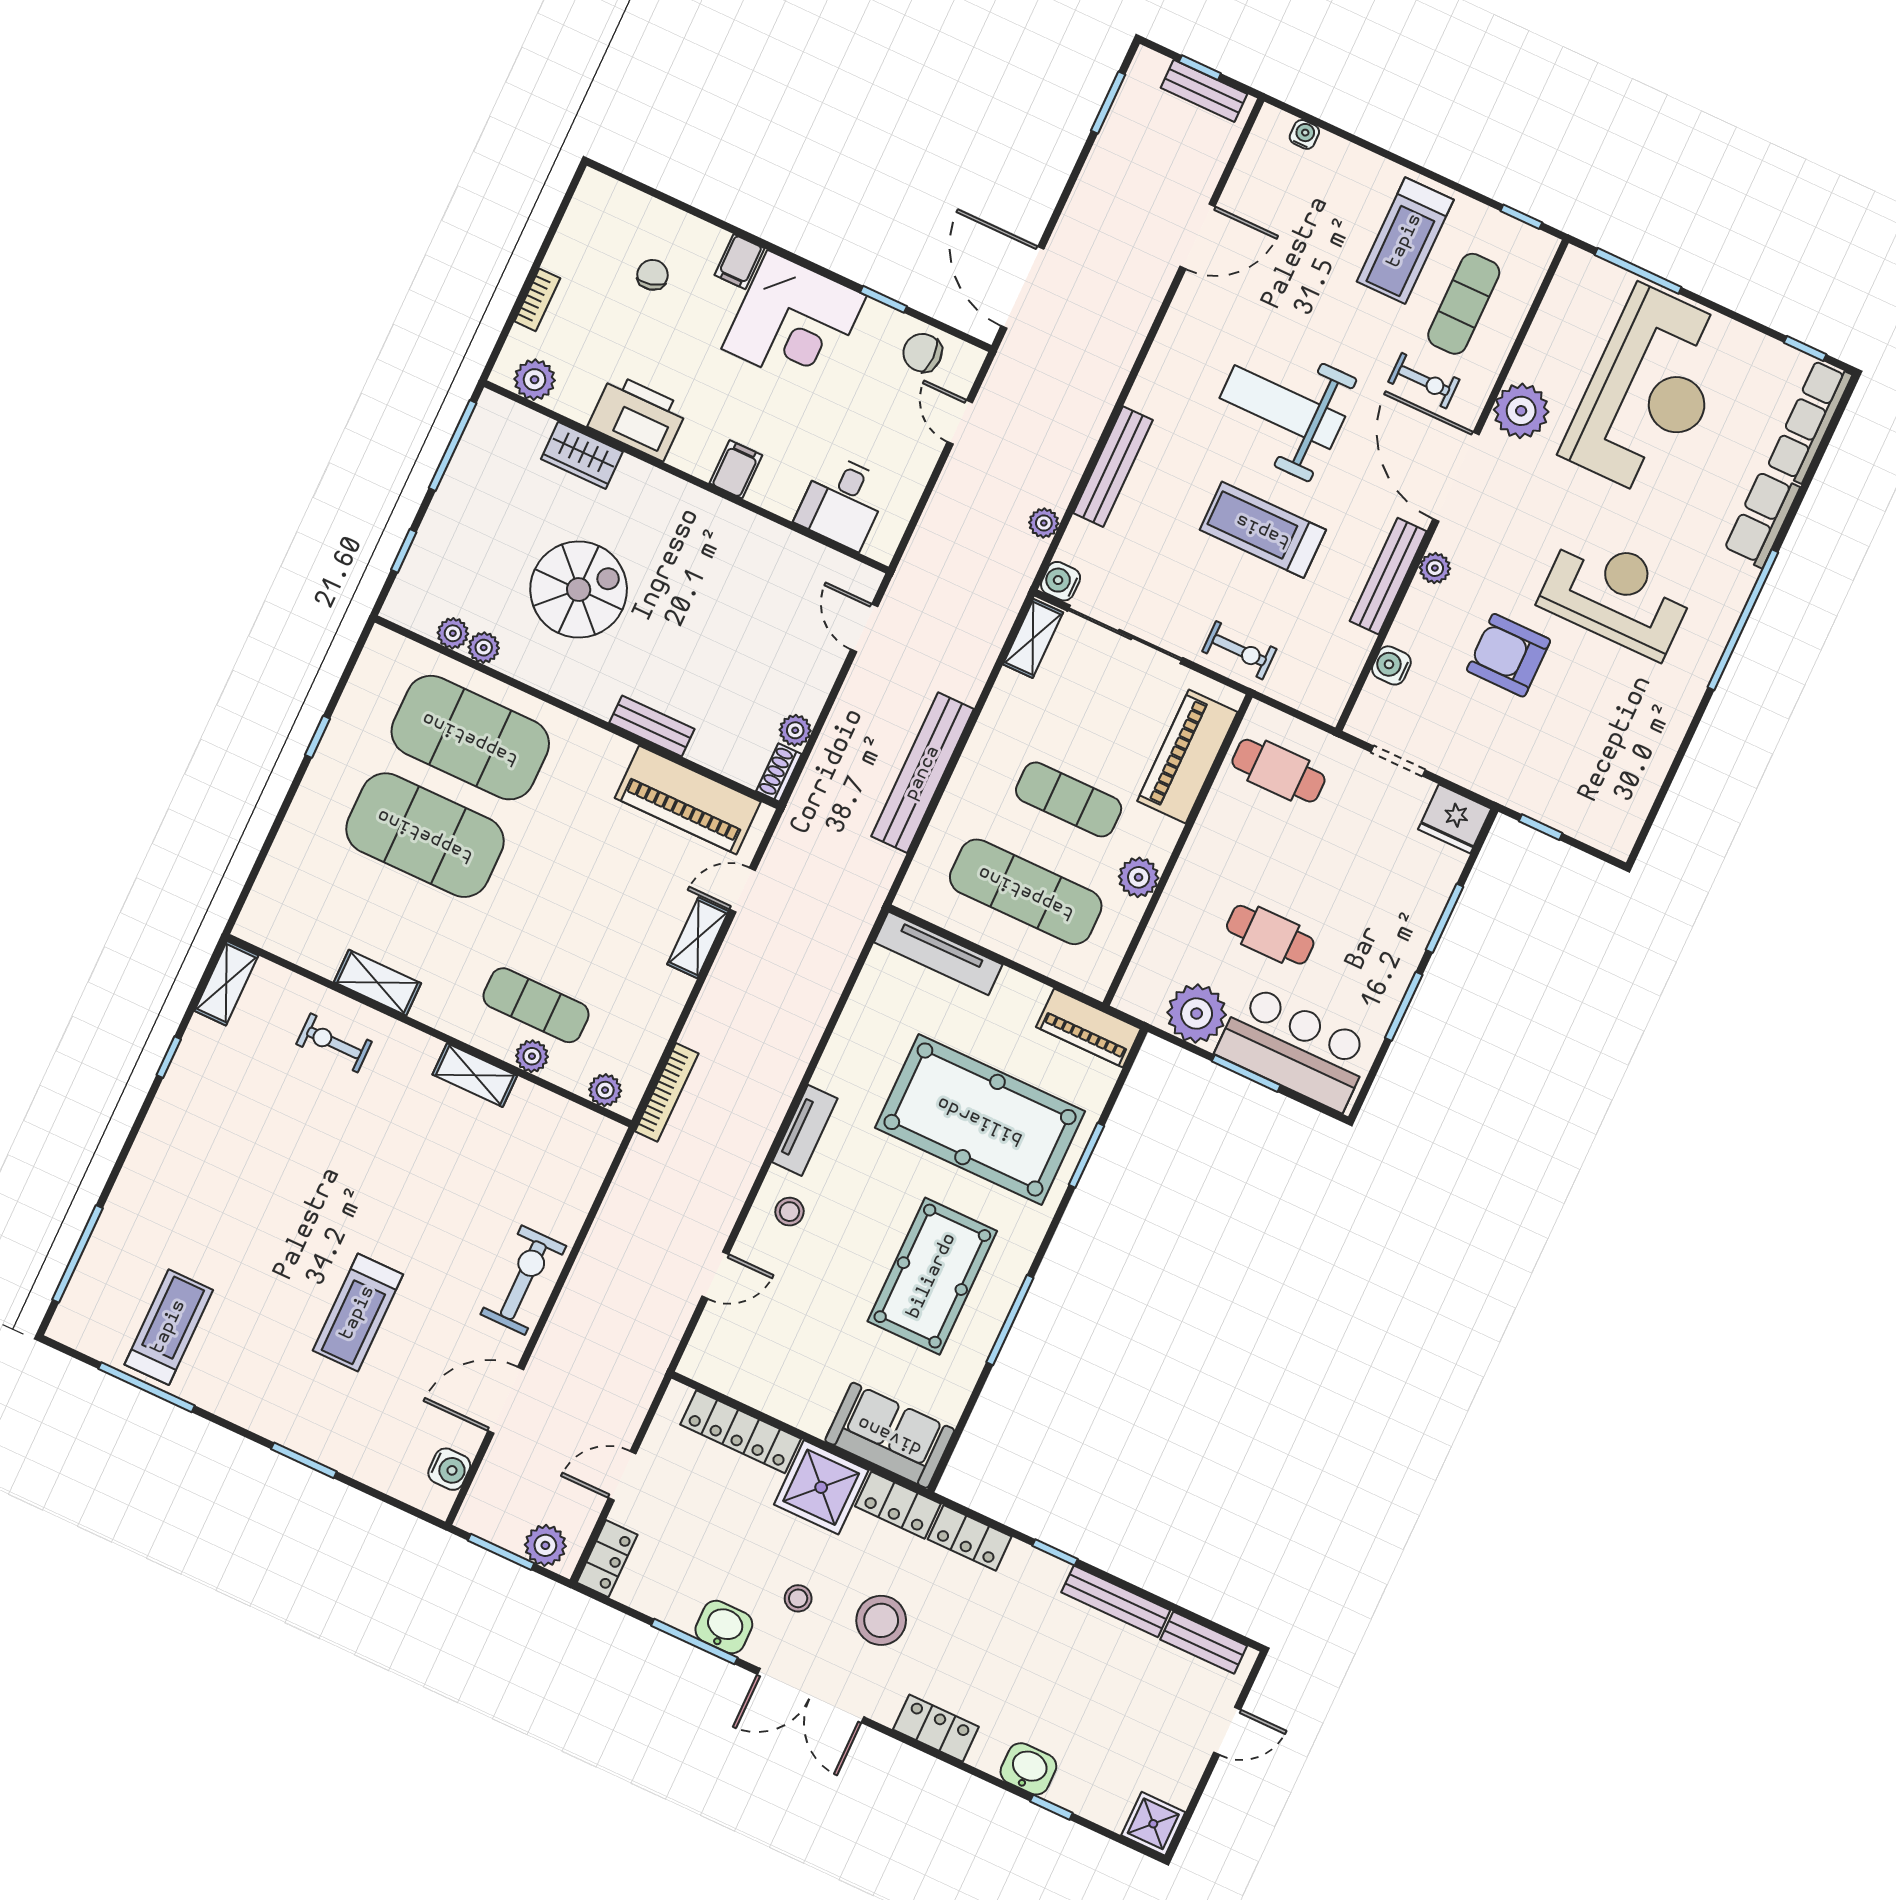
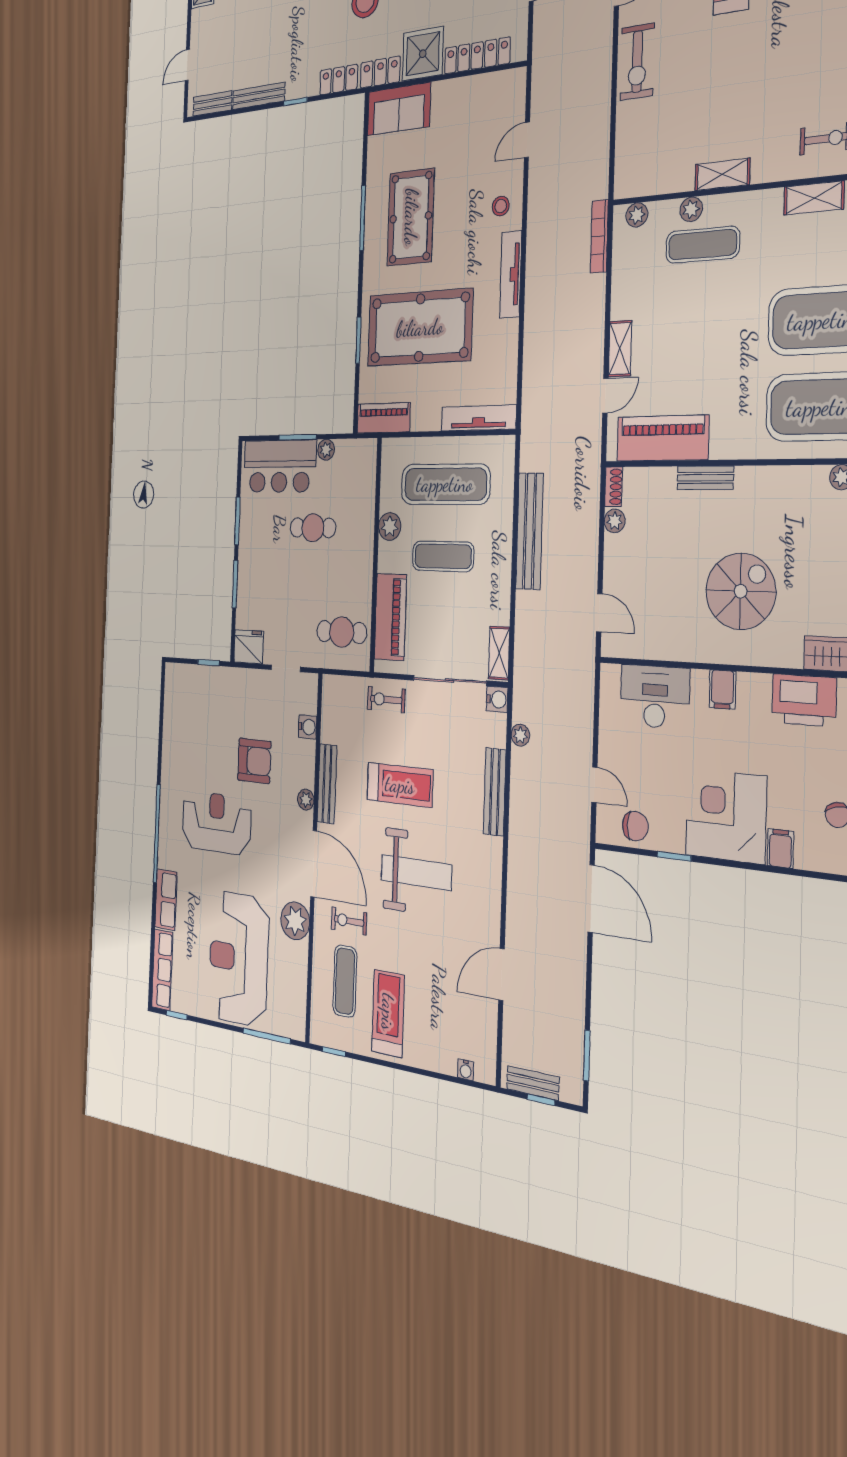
desk: (842, 502) -> (655, 697), width x1.37
spiral stairs: (579, 590) -> (741, 591), moved, turned 180
reception desk: (1617, 595) -> (216, 823), turned 180
plant: (1197, 1014) -> (326, 450), width x0.53, depth x0.53
tv unit: (805, 1130) -> (511, 274), width x1.41

